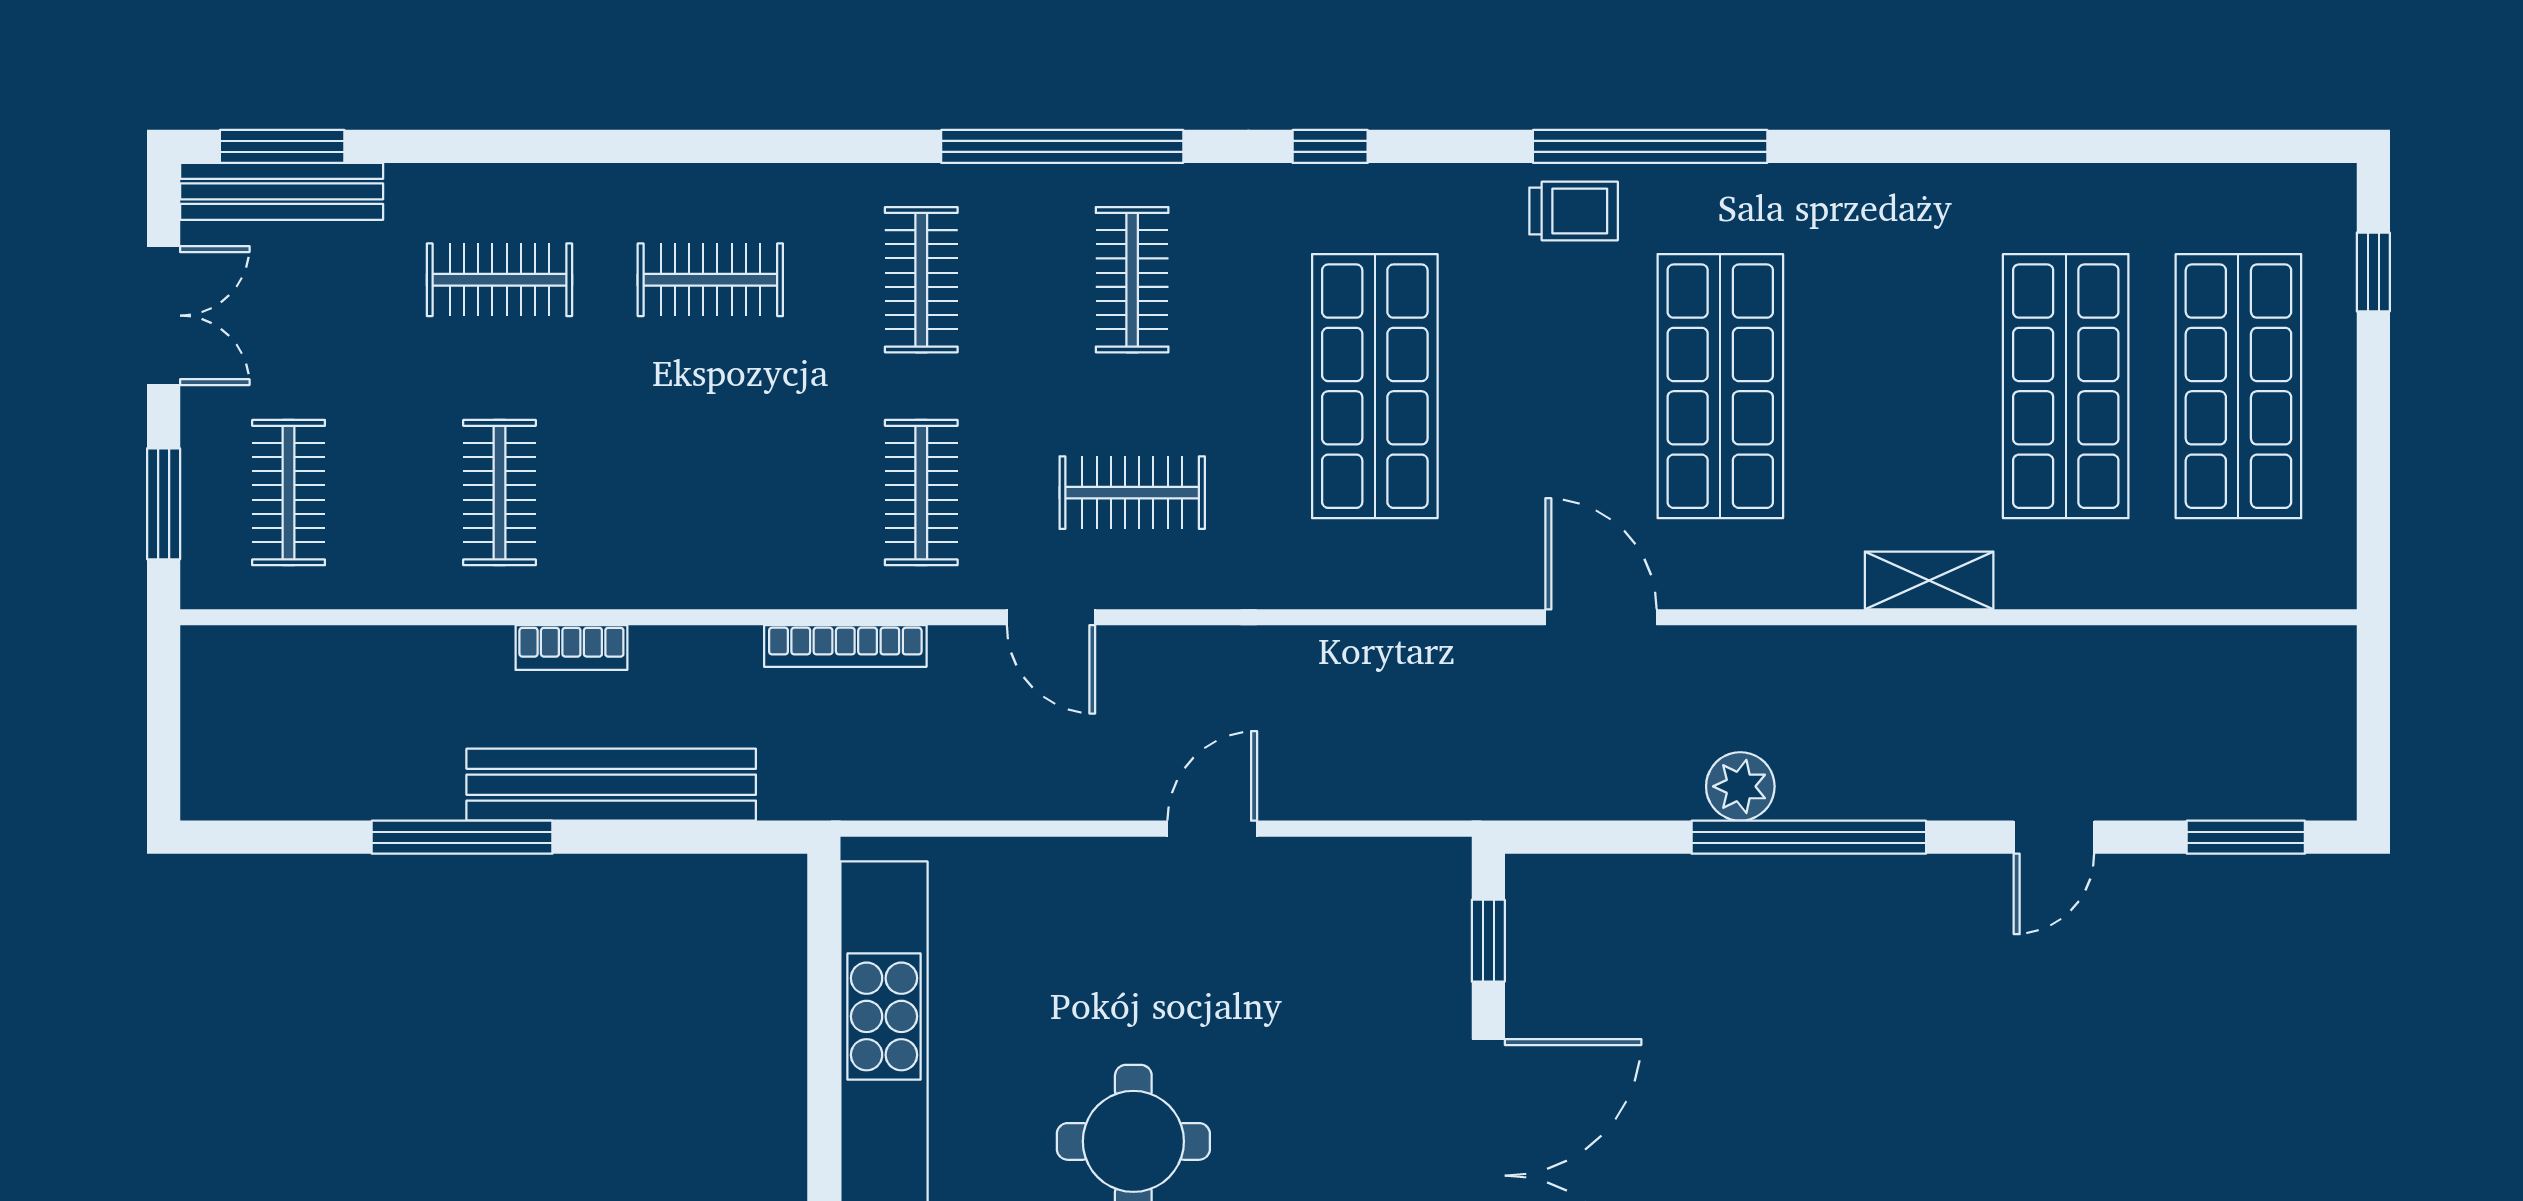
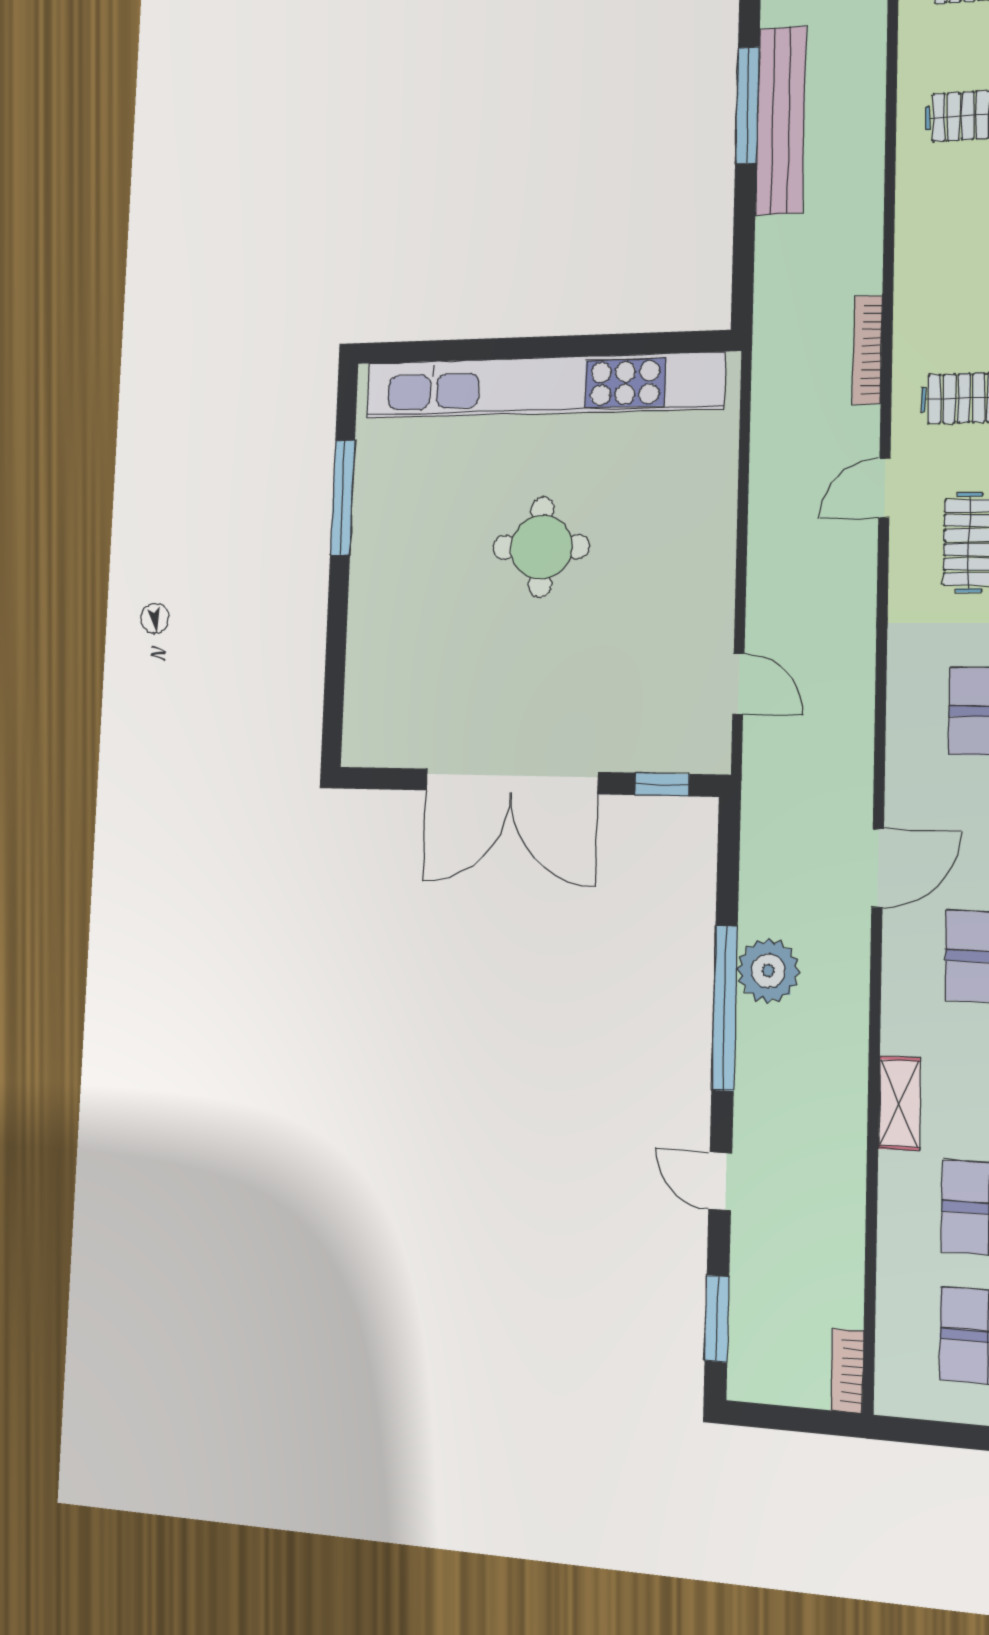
bookcase: (571, 648) -> (847, 1371), moved
bench: (611, 785) -> (781, 121), moved
plant: (1740, 786) -> (768, 971), width x1.36, depth x1.36
door: (1212, 829) -> (738, 684), moved

